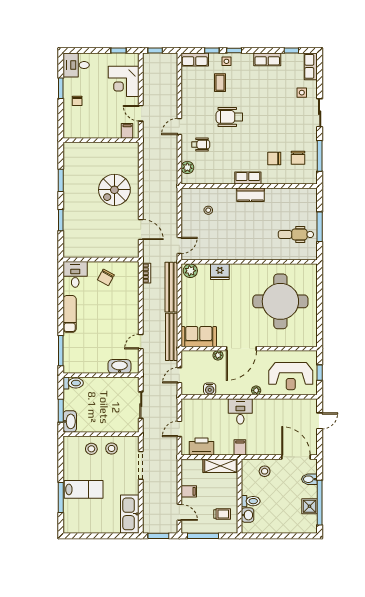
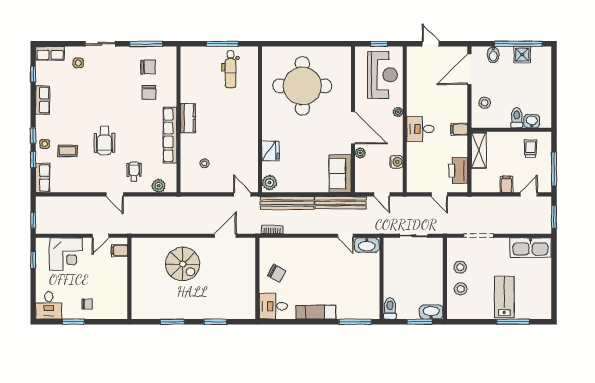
row of seats: (248, 178) -> (170, 135), width x2.02
washbasin: (119, 366) -> (367, 245), moved, turned -90

